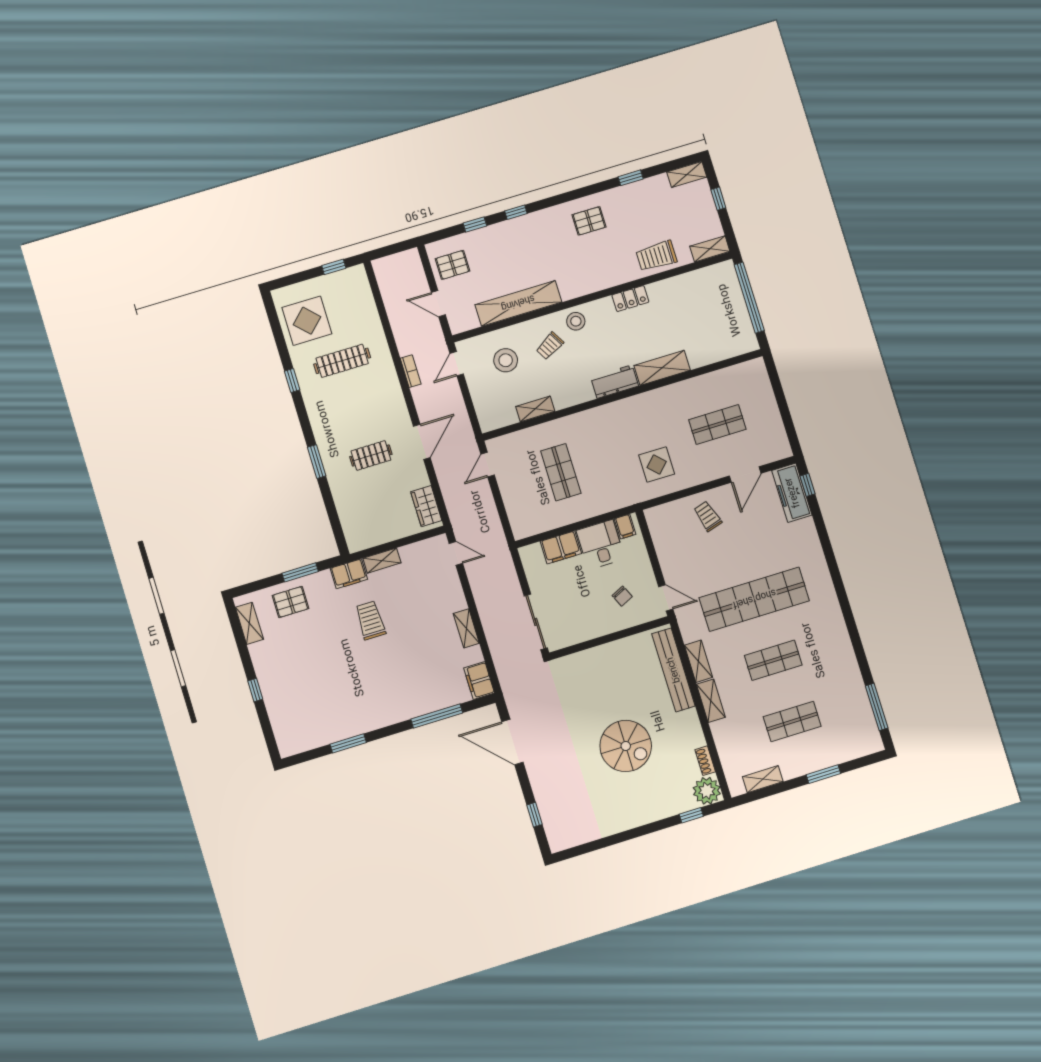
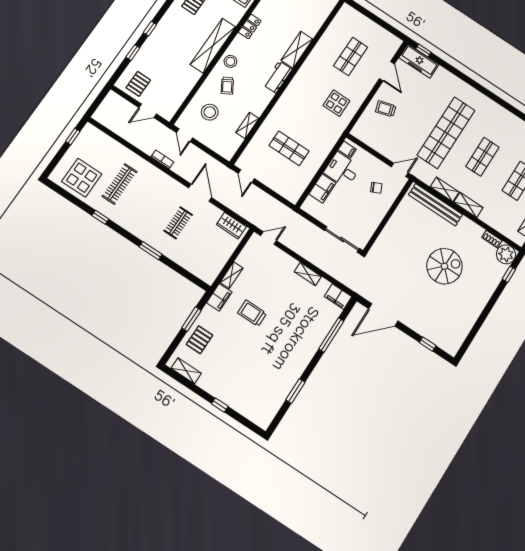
shelving: (518, 303) -> (213, 46), moved

